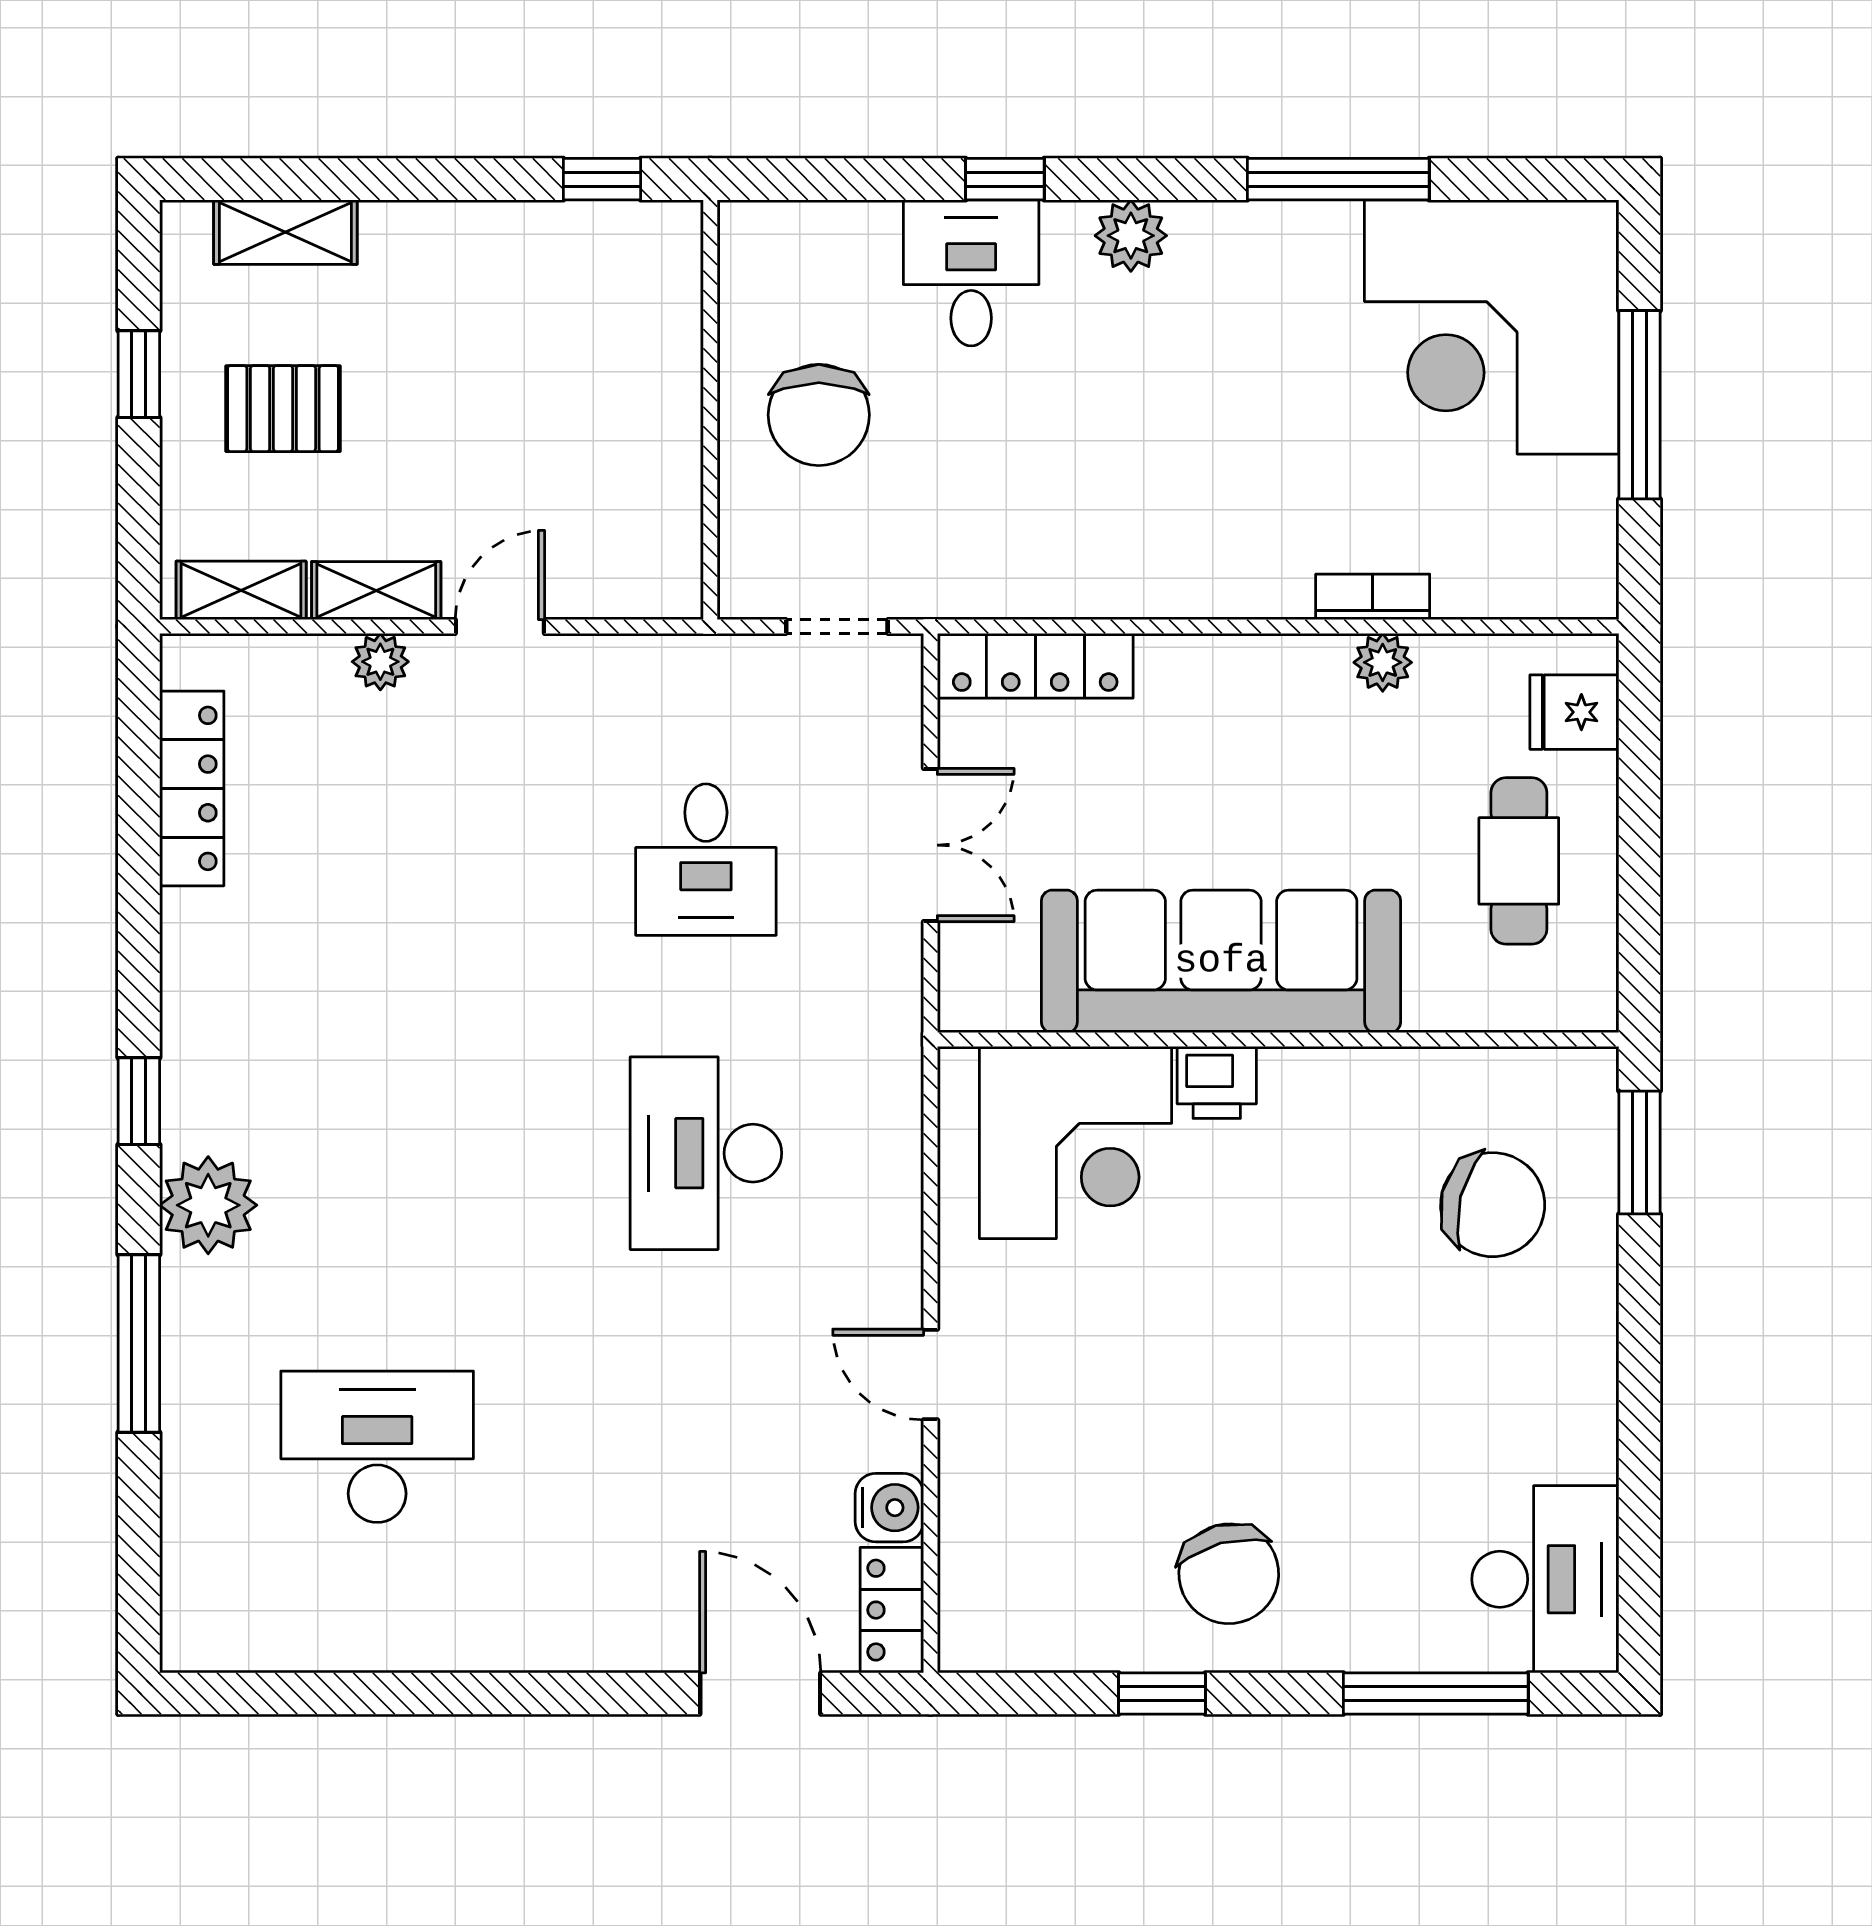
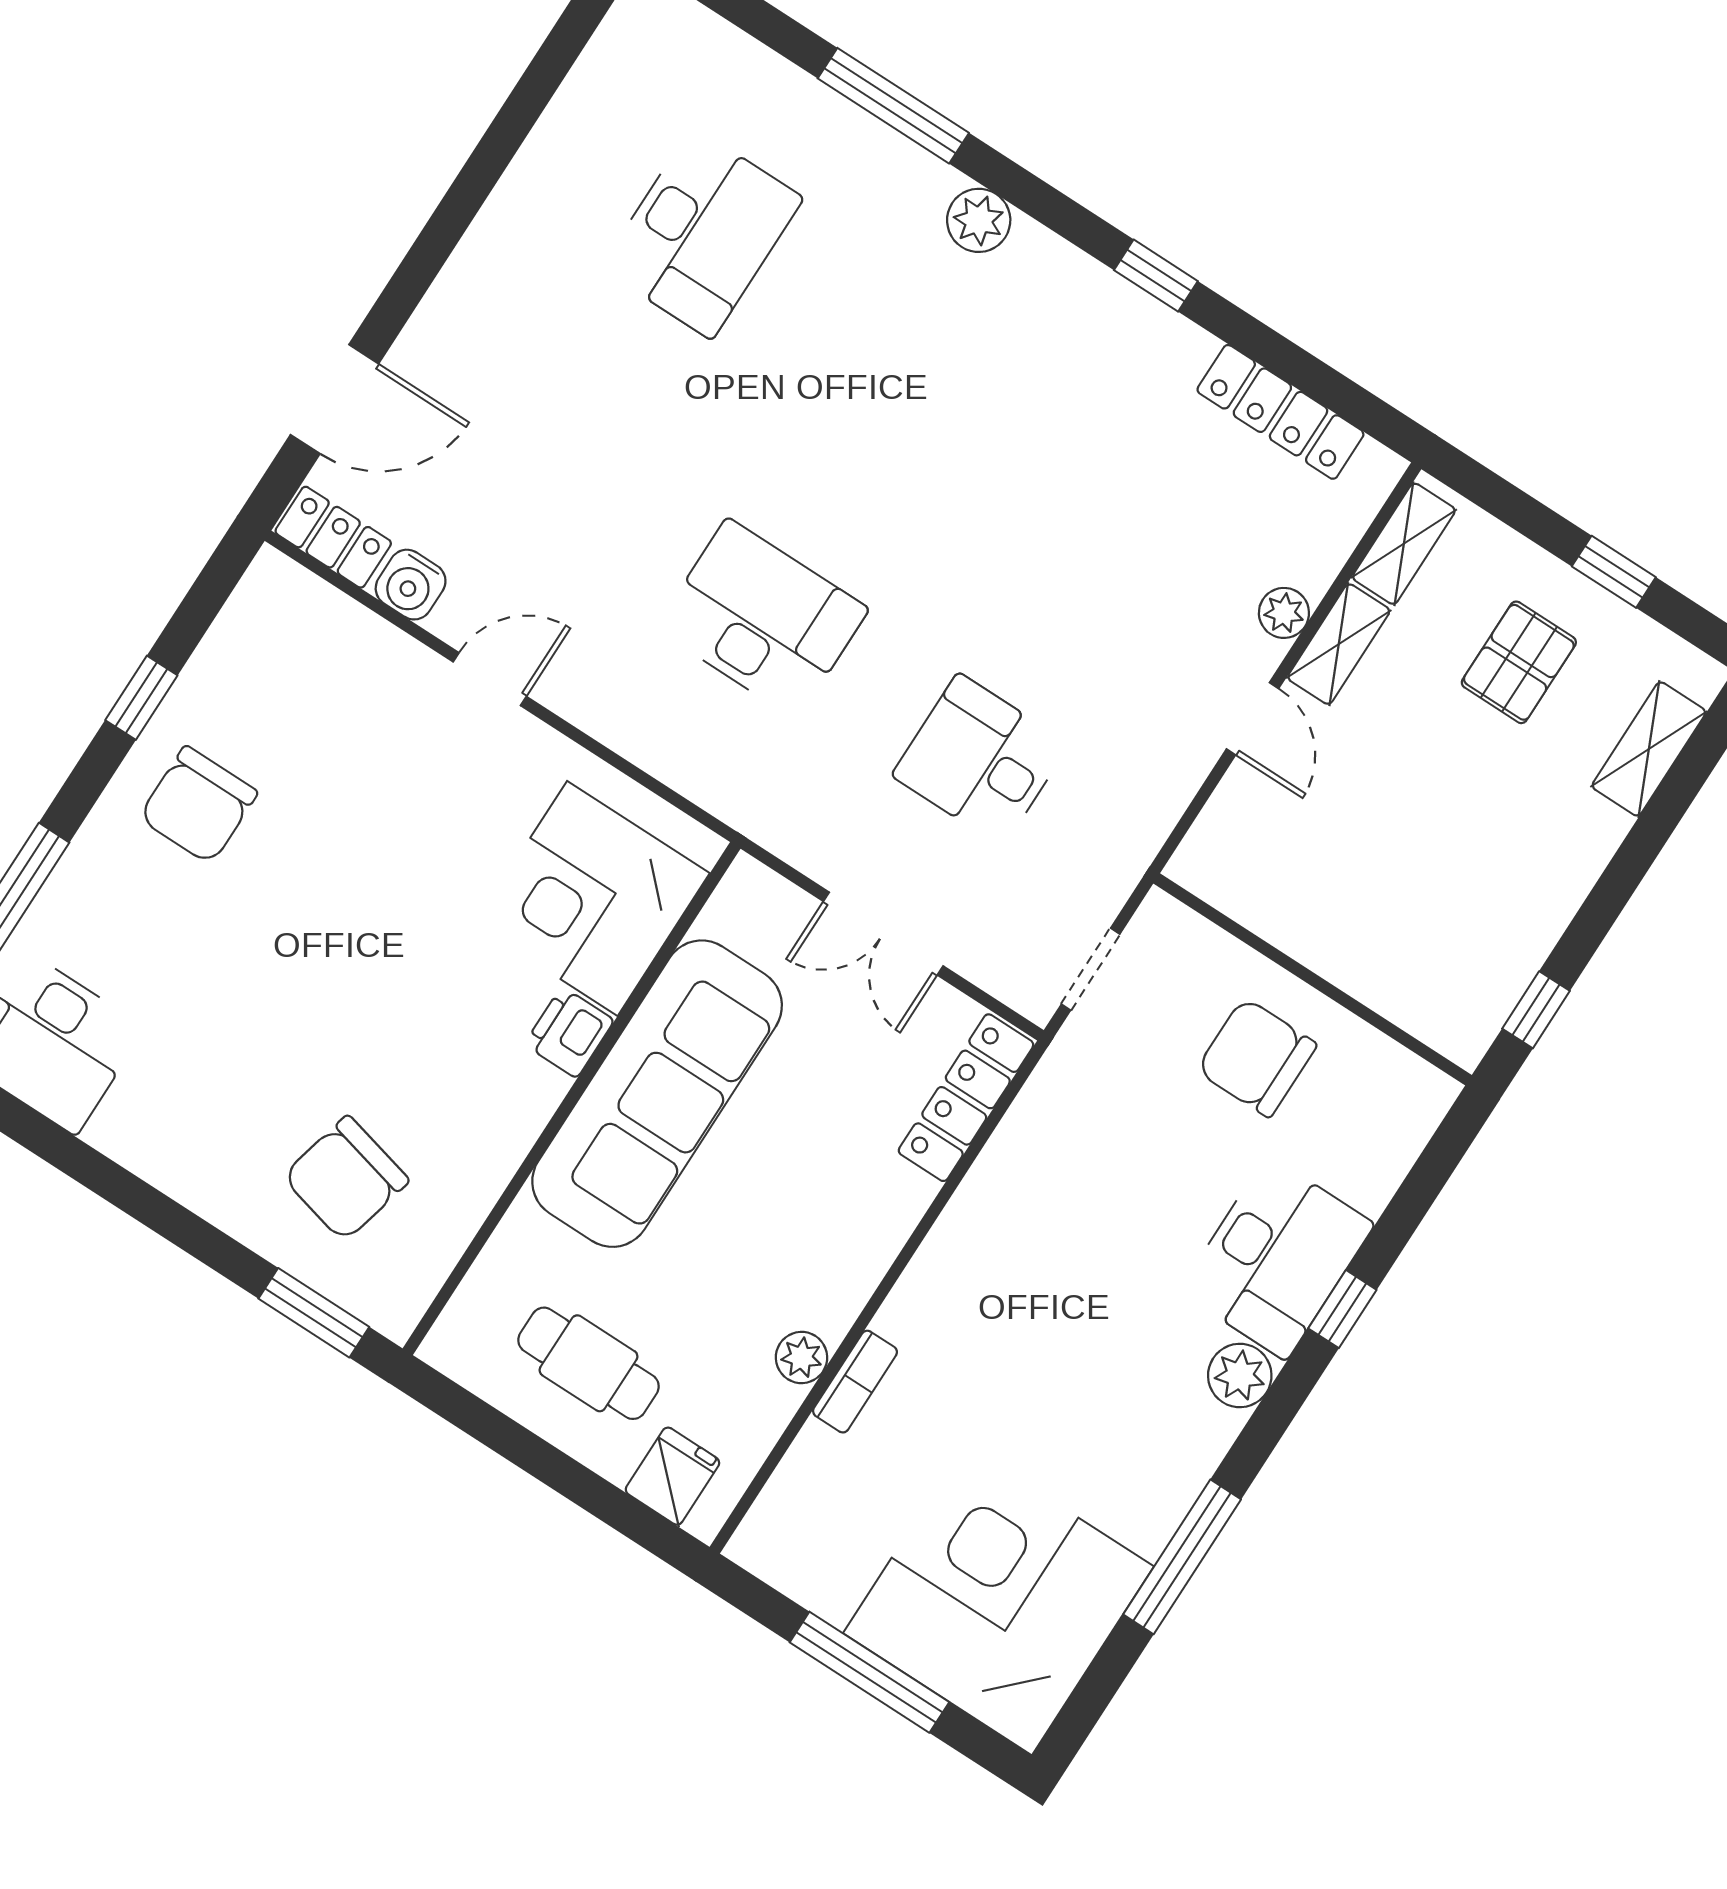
desk: (971, 273) -> (1277, 1258), width x1.37
window: (139, 1101) -> (1156, 276), moved
plant: (208, 1205) -> (979, 220), width x0.73, depth x0.73
chair: (1229, 1574) -> (198, 805), turned -75

